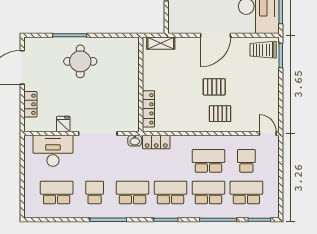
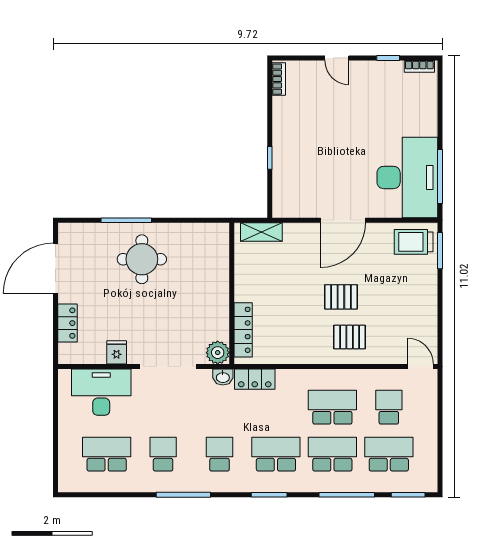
plant: (131, 124) -> (218, 353), added
school desk: (133, 192) -> (220, 454), width x0.54

